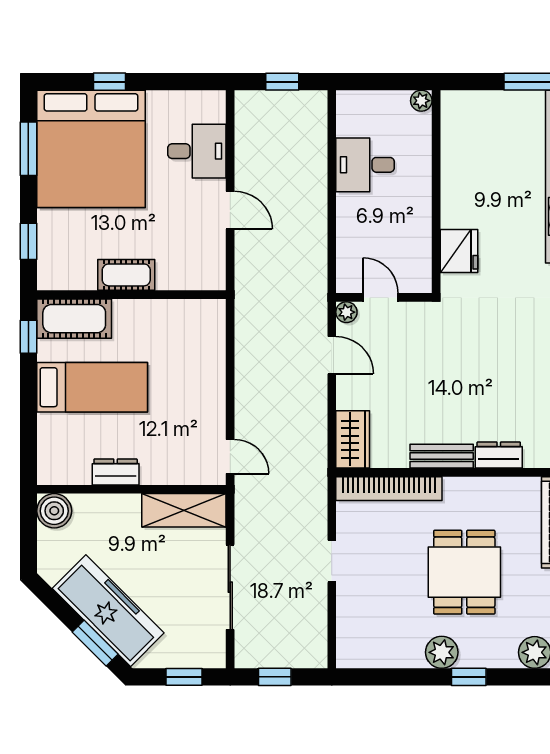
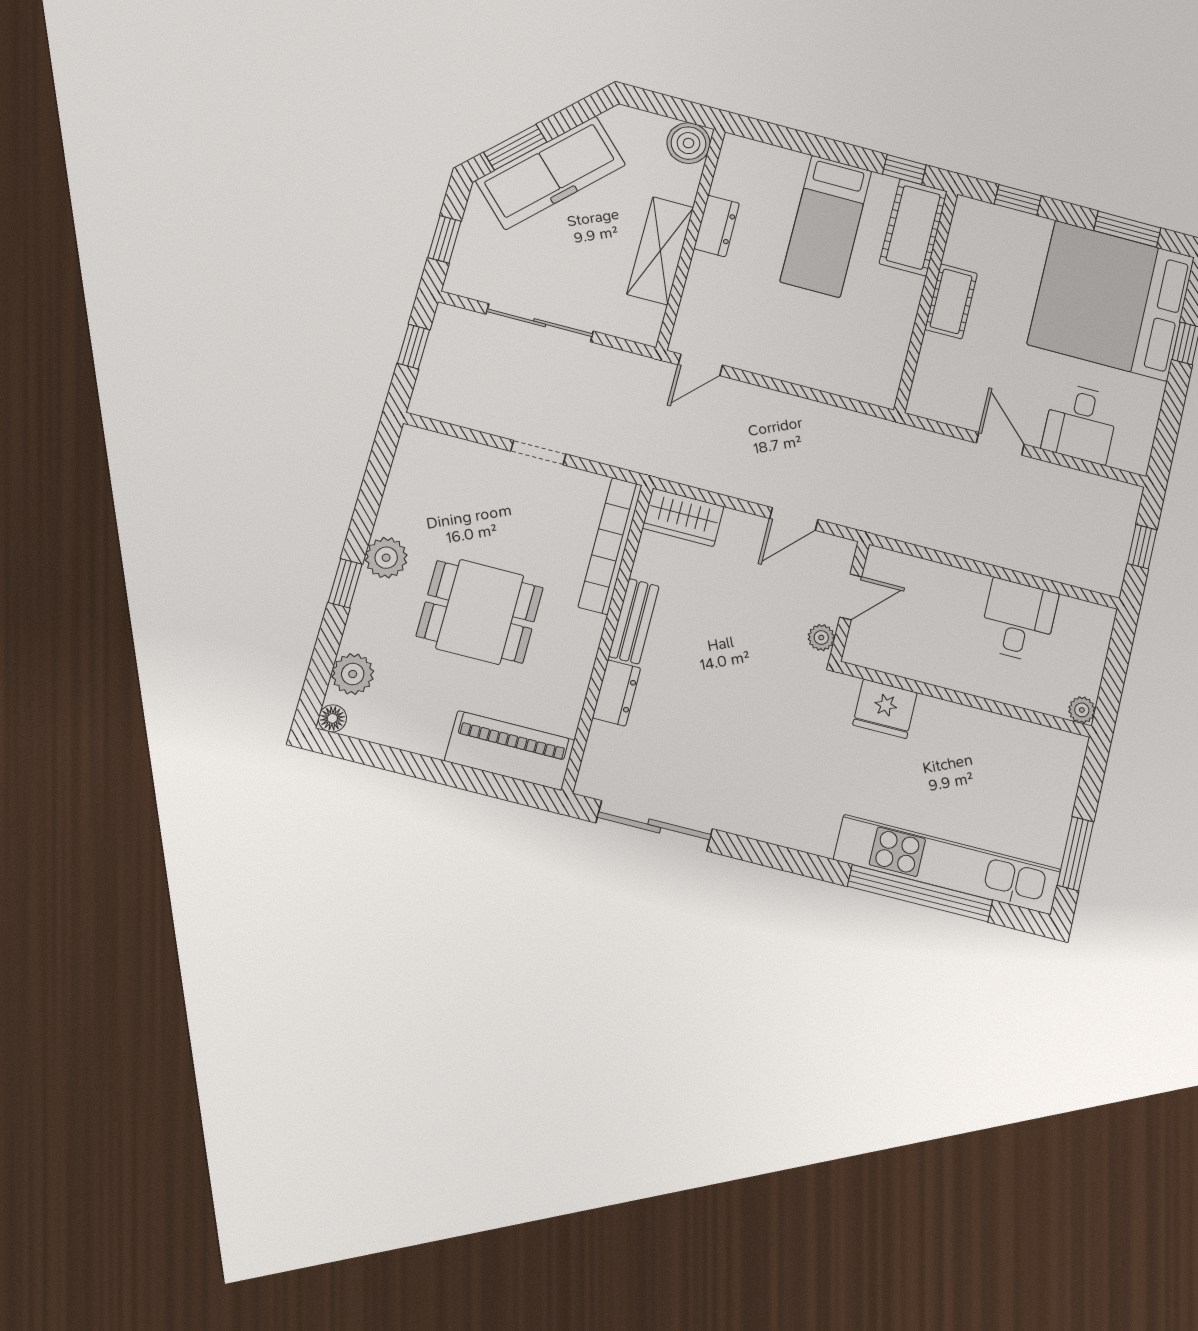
door: (230, 210) -> (1000, 444), swing flipped
plant: (346, 312) -> (821, 638), moved
shelving: (184, 510) -> (660, 251), moved

